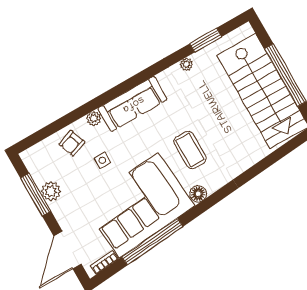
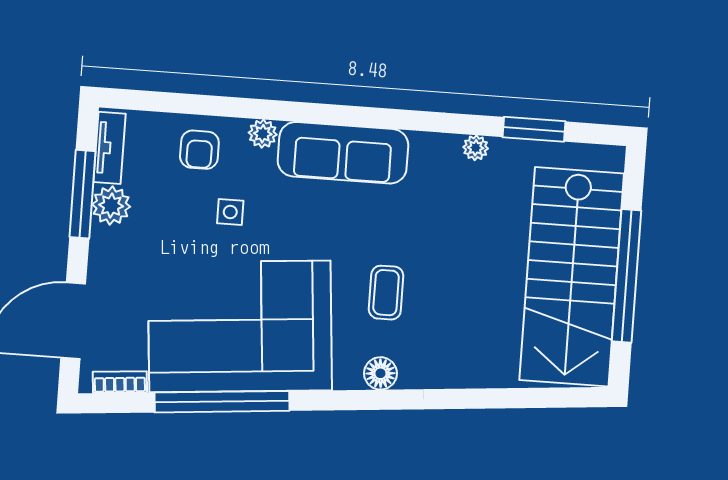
armchair: (72, 143) -> (199, 150), turned -70
coffee table: (190, 150) -> (386, 293), width x0.73, depth x0.77
tv unit: (34, 168) -> (109, 148), added
floor lamp: (198, 194) -> (380, 373), moved

